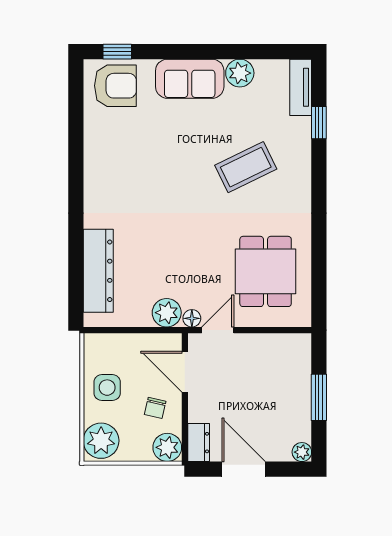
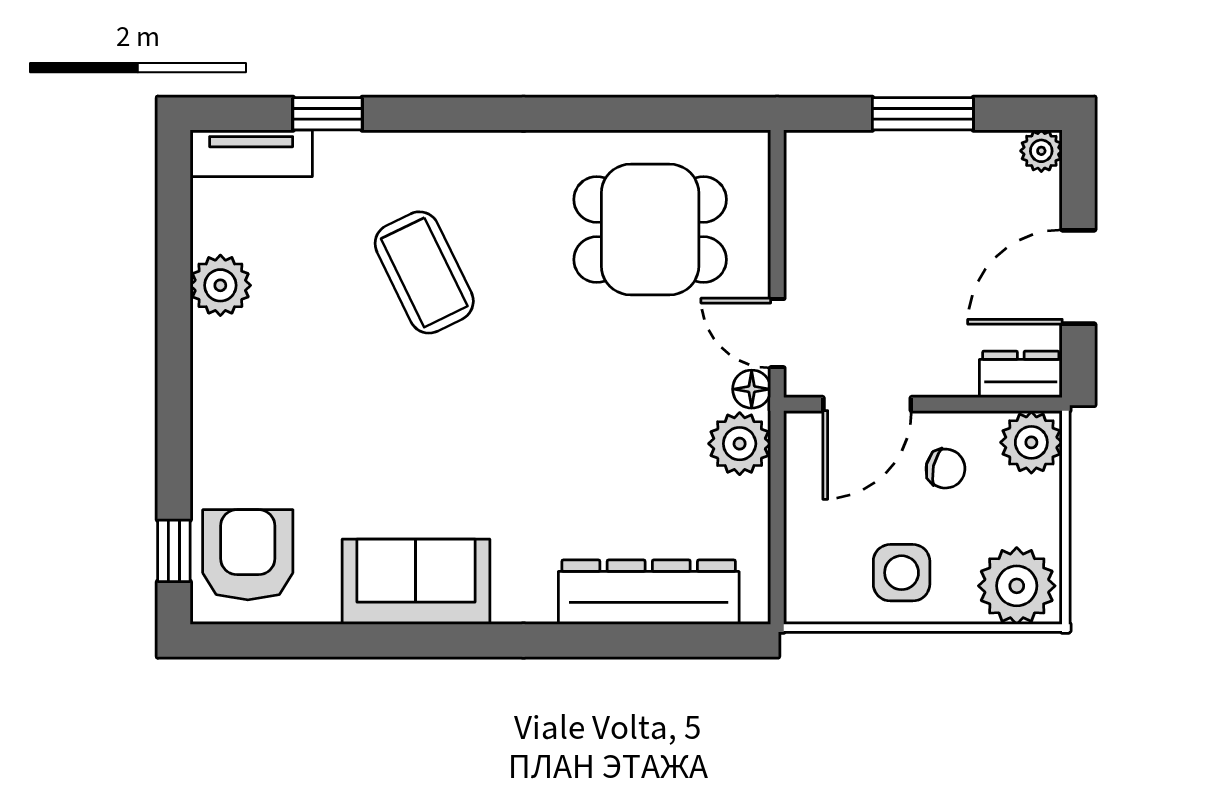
sofa: (190, 79) -> (416, 582), moved, turned -90

